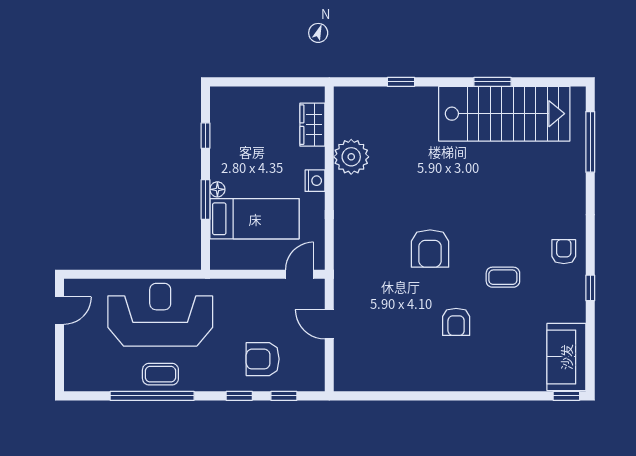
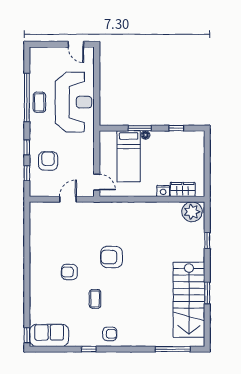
plant: (351, 157) -> (192, 212), moved
nightstand: (315, 181) -> (163, 191), moved

